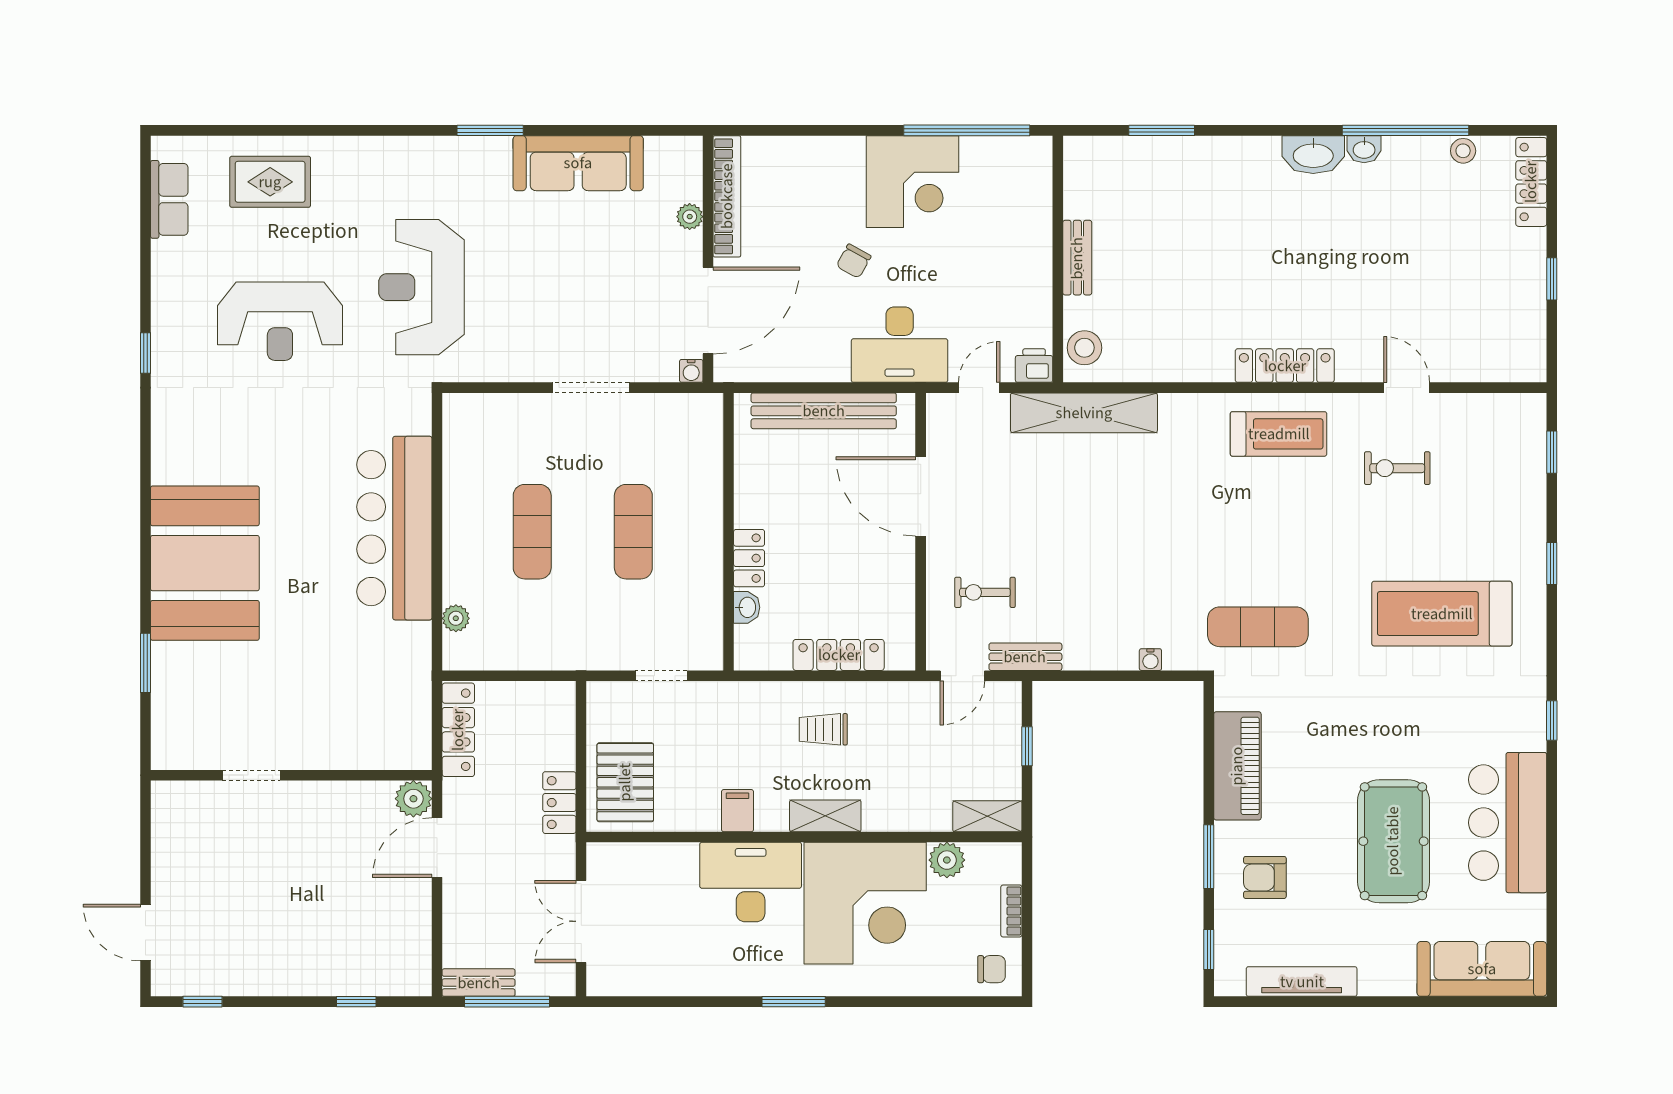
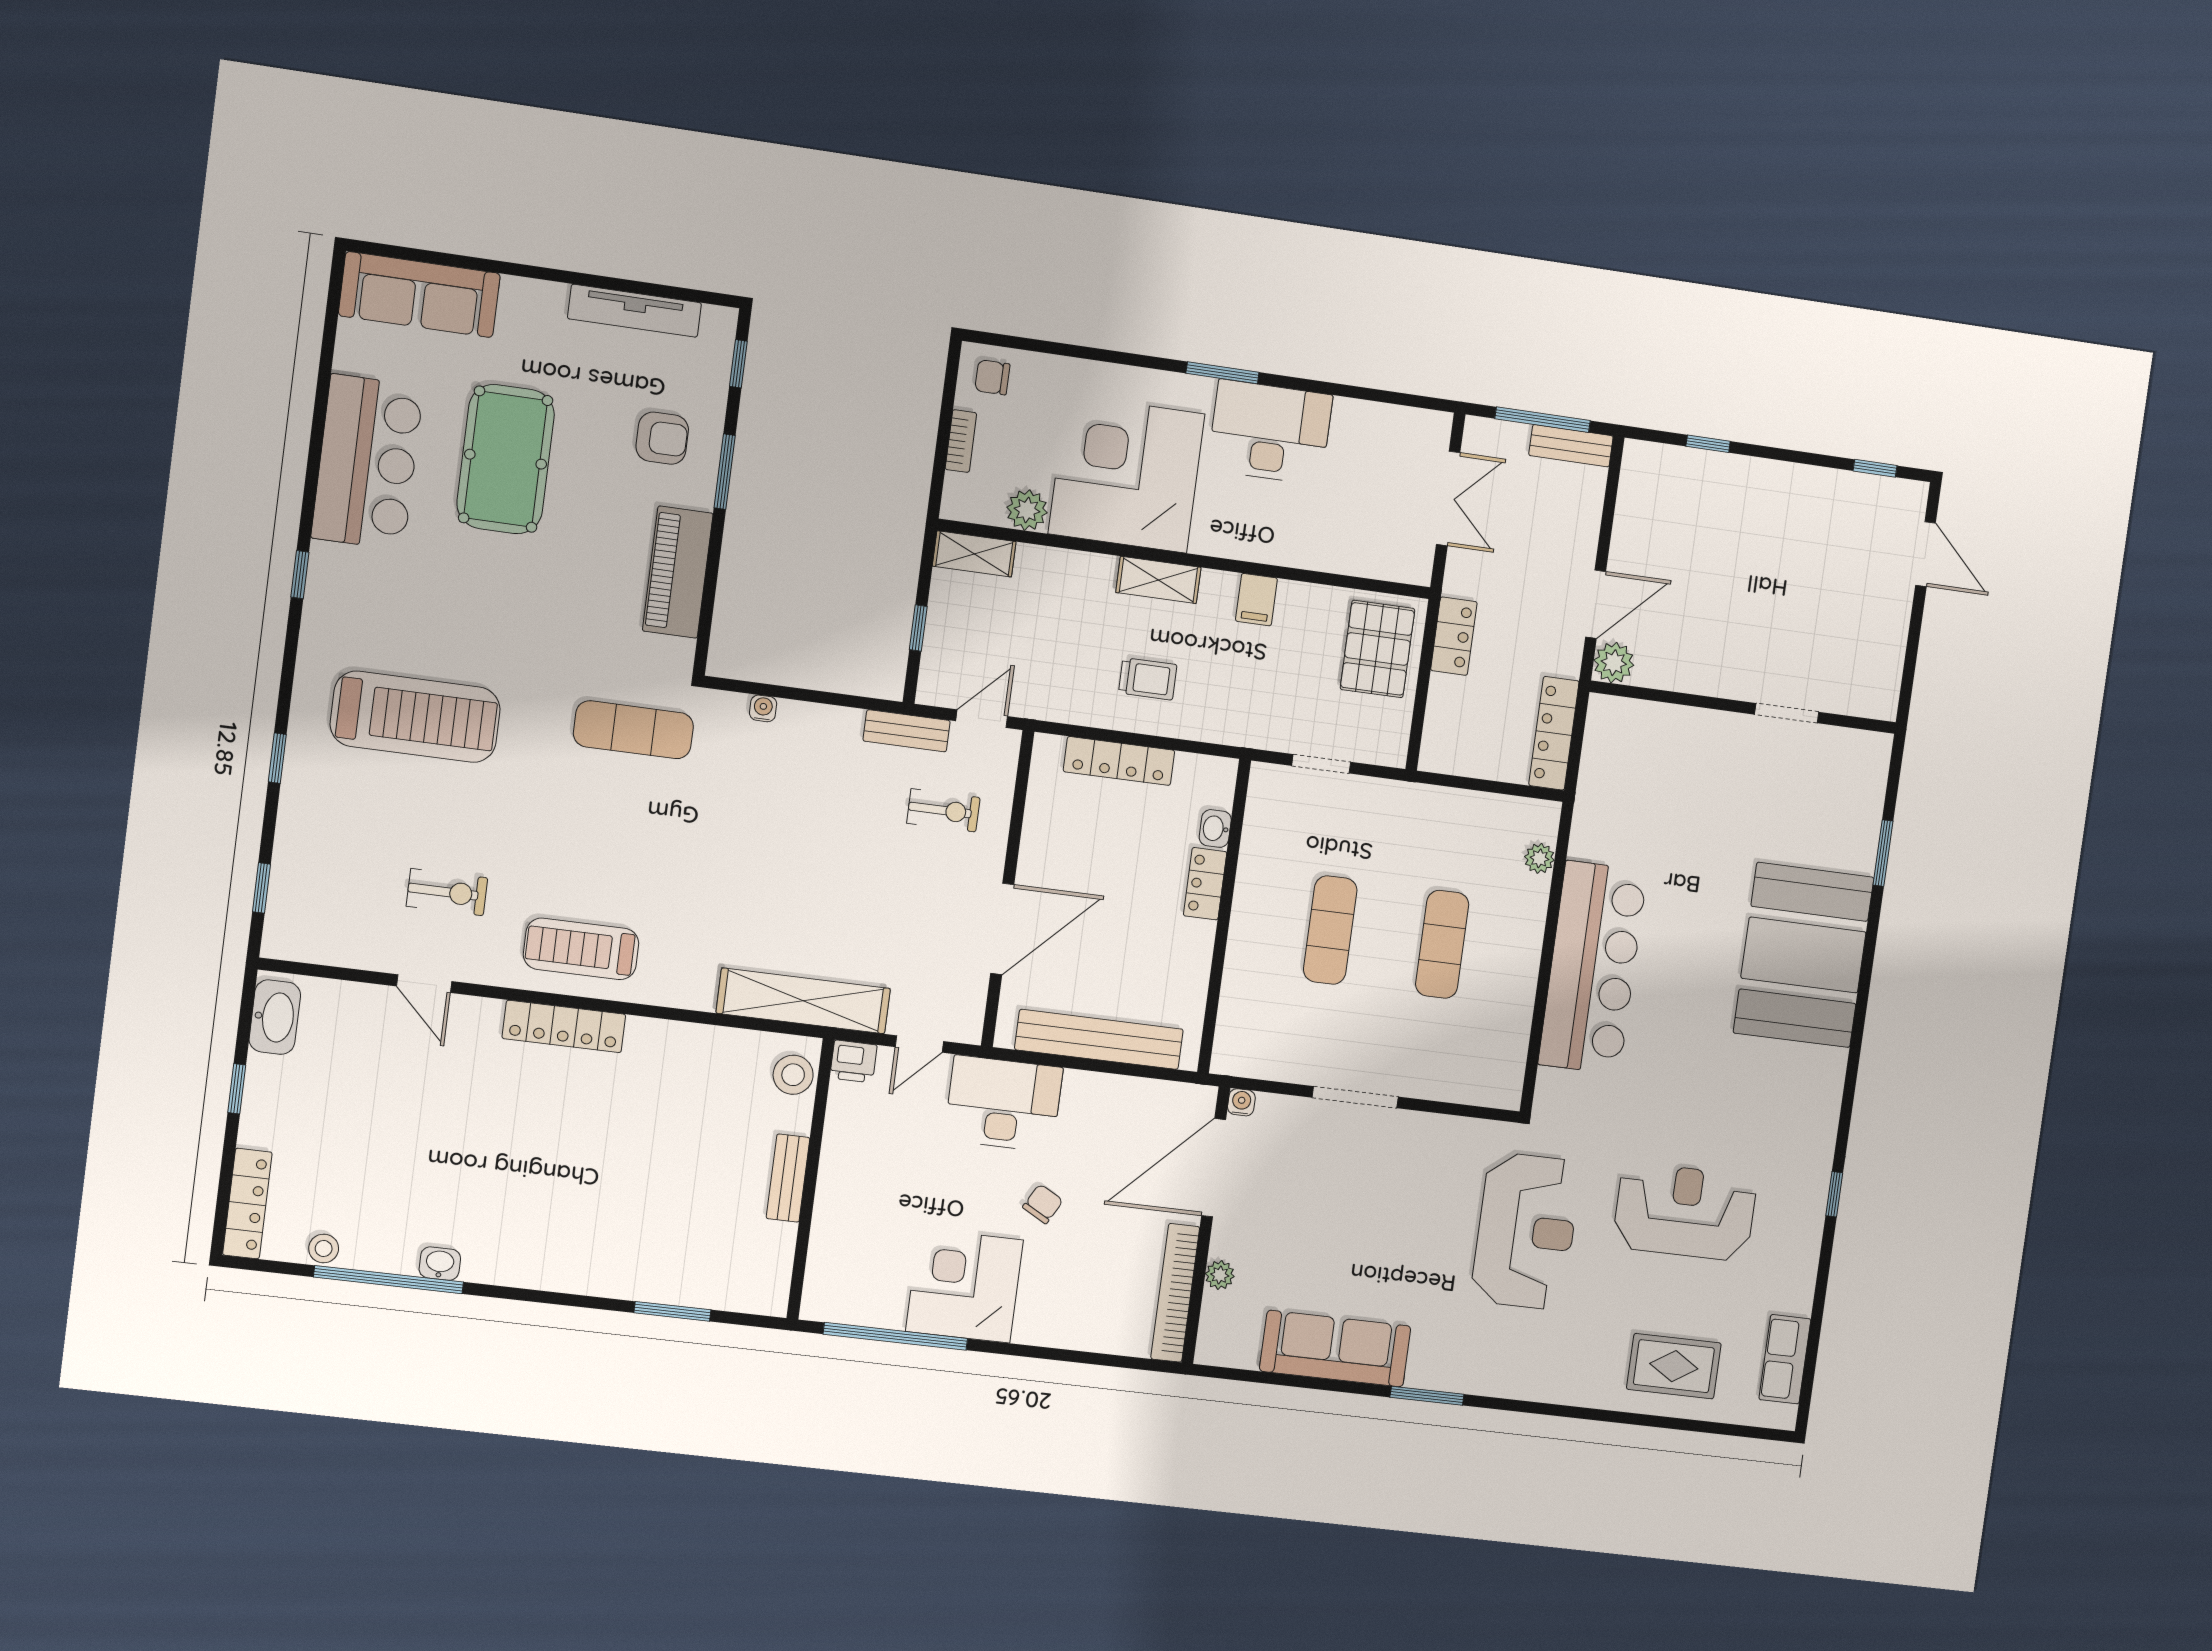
washbasin: (1313, 155) -> (275, 1017), moved, turned 90
door: (921, 496) -> (1002, 929), hinge flipped
desk: (751, 882) -> (1270, 432), moved, turned 180

